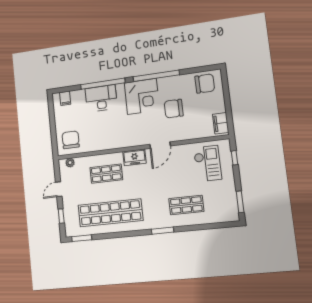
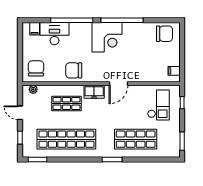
desk: (101, 98) -> (54, 34), moved
chair: (174, 109) -> (74, 70), moved
filing cabinet: (221, 123) -> (174, 71), width x0.50
door: (59, 189) -> (20, 113), hinge flipped
shop shelf: (186, 205) -> (136, 139), width x1.43, depth x1.36

